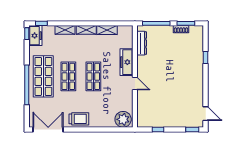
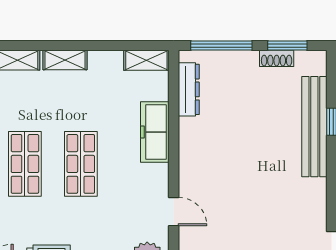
shelving: (107, 30) -> (146, 60), moved
bench: (198, 60) -> (314, 127), added
door: (135, 84) -> (174, 212), moved

